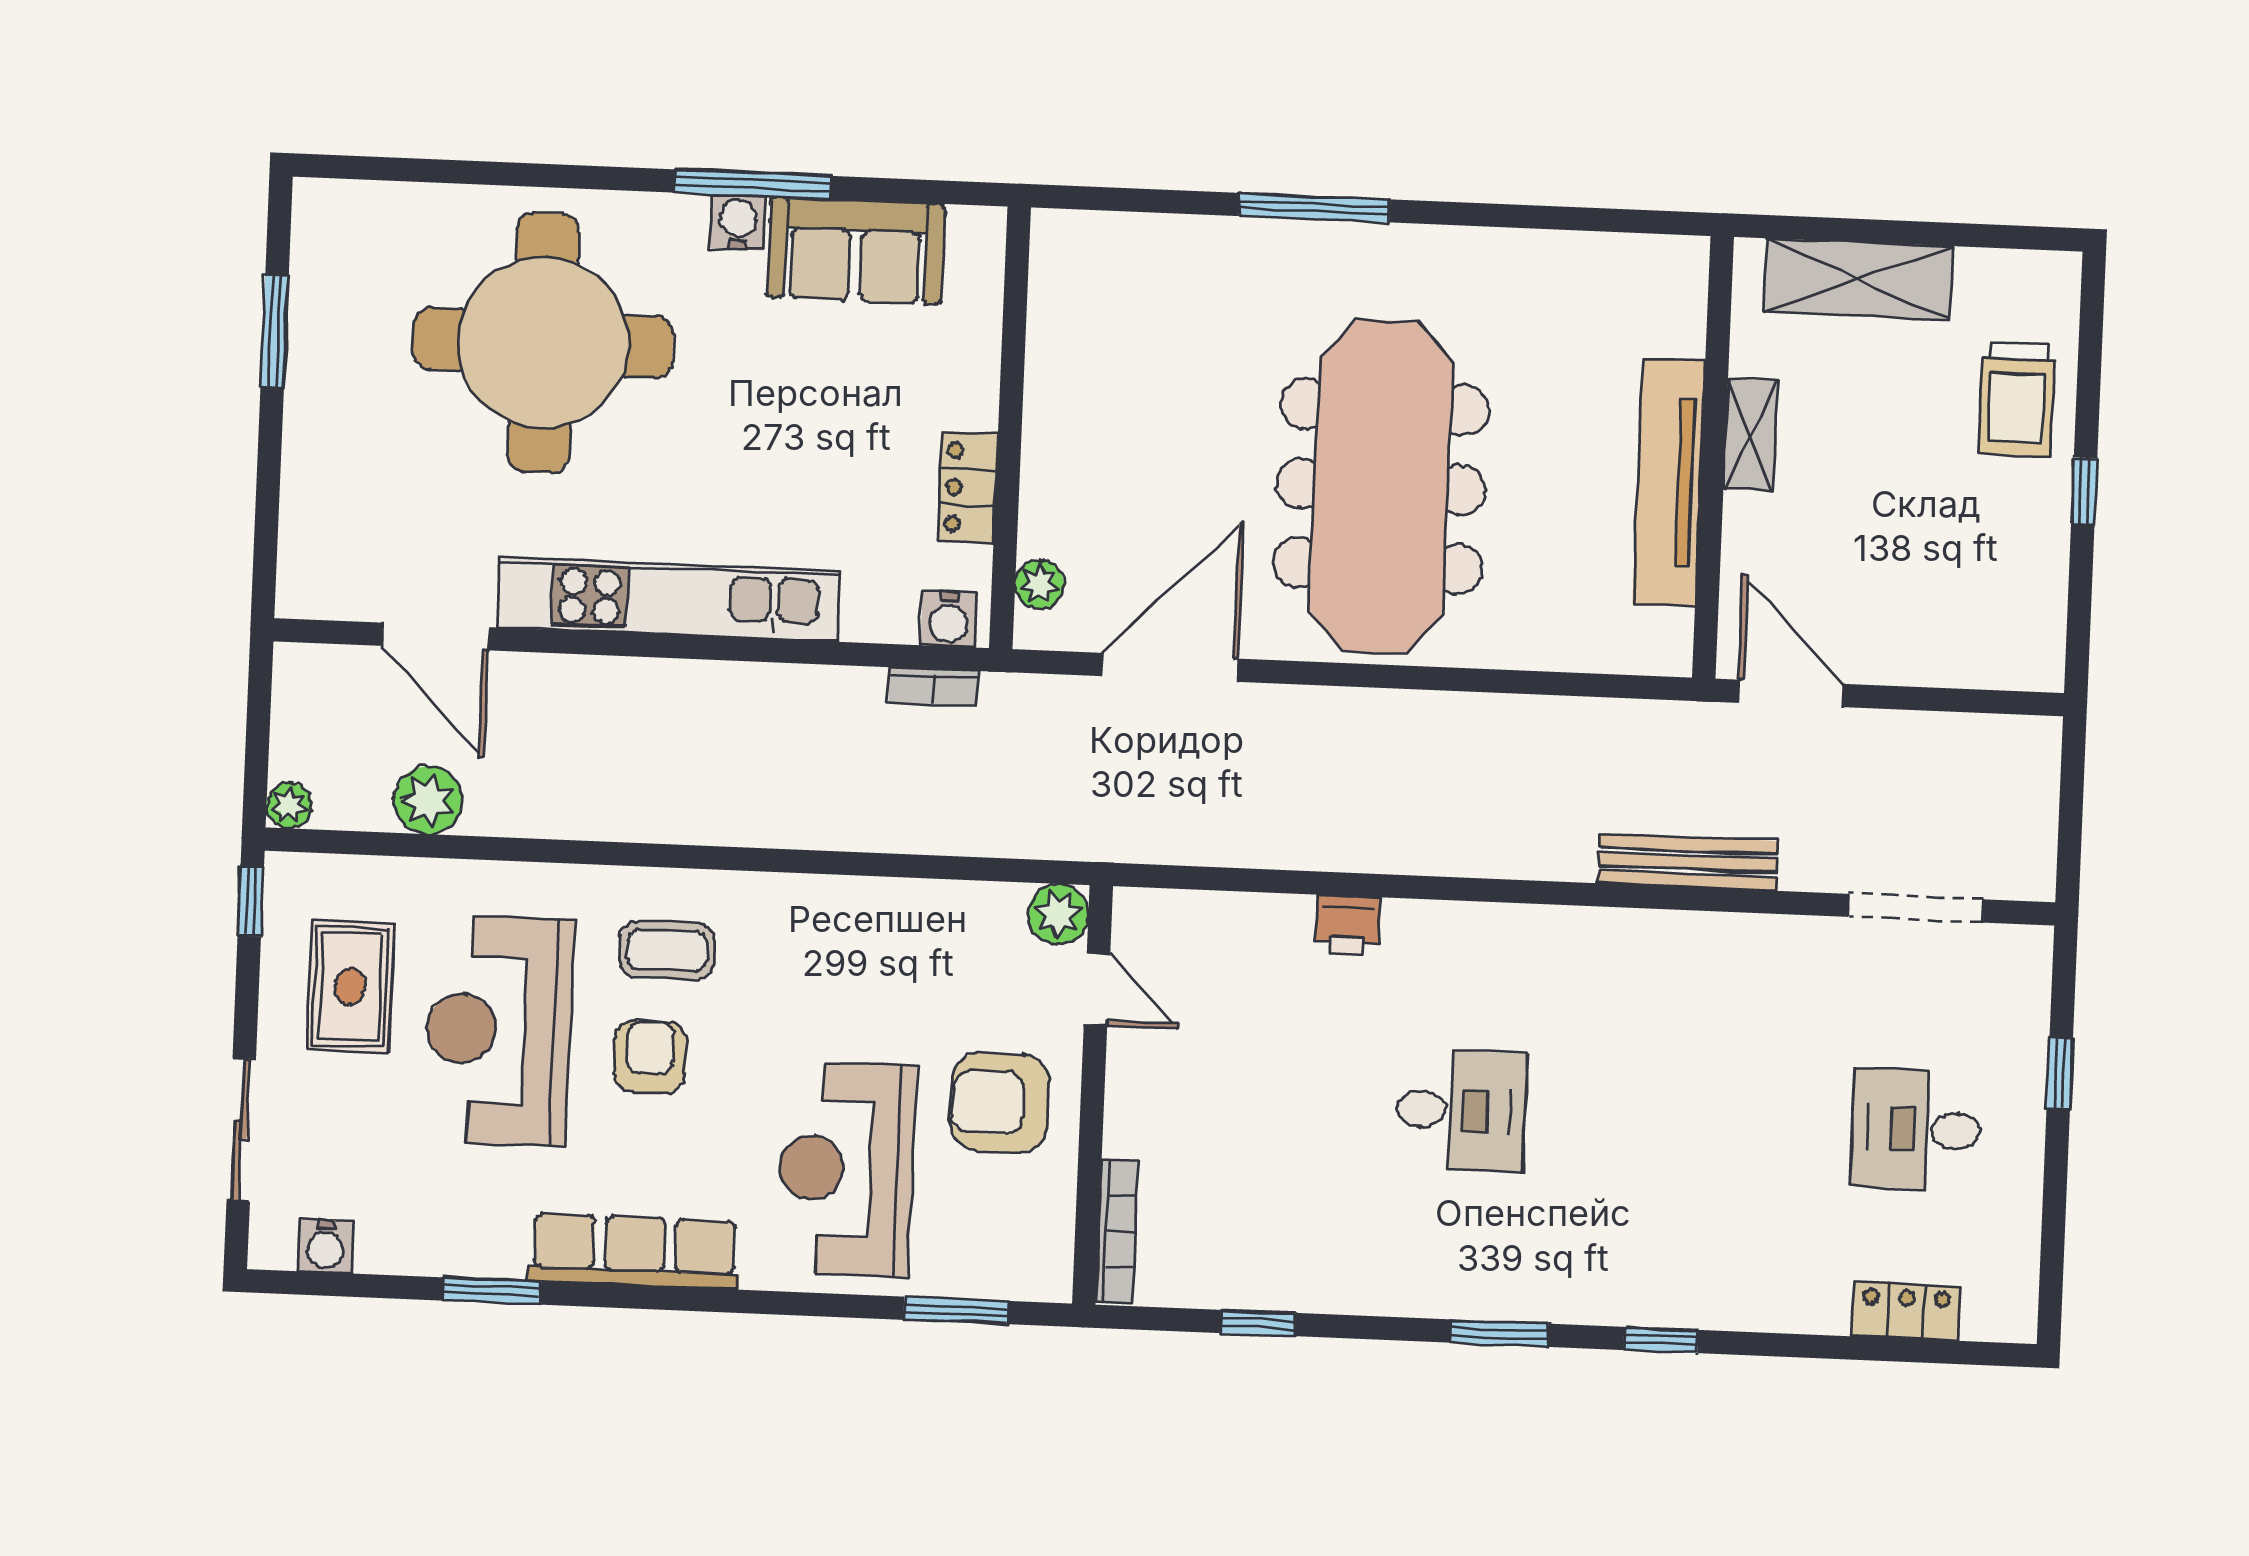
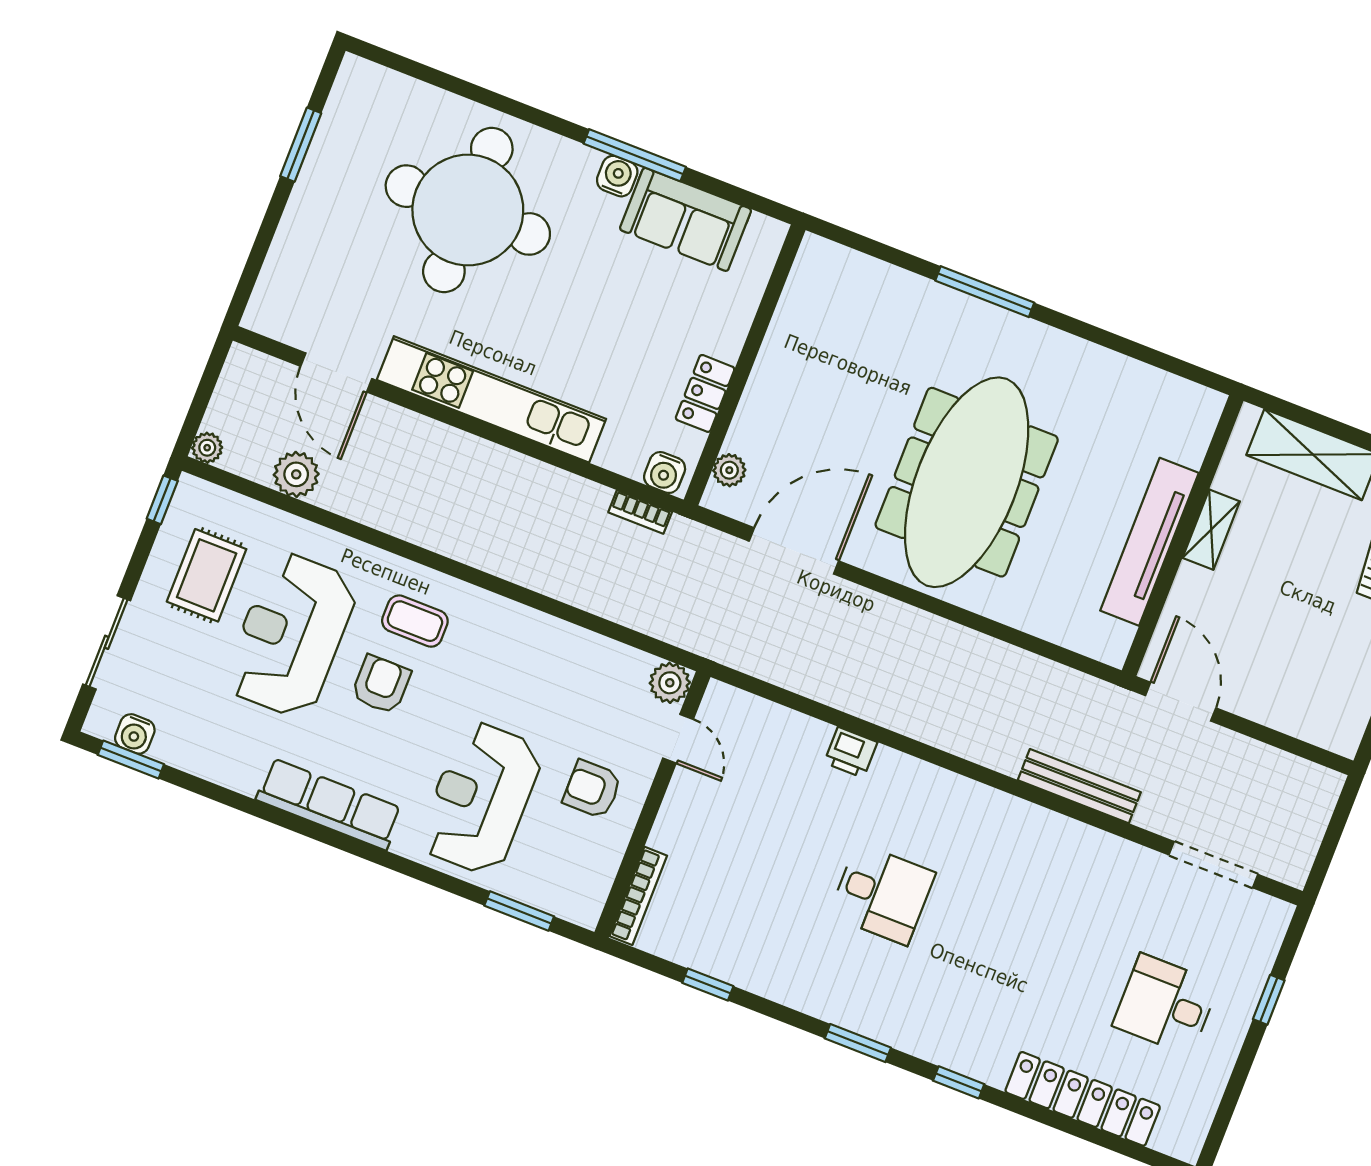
armchair: (1000, 1102) -> (592, 789), width x0.72, depth x0.72
window: (492, 1291) -> (131, 760), moved
locker: (1906, 1311) -> (1083, 1099), width x2.16, depth x1.21

